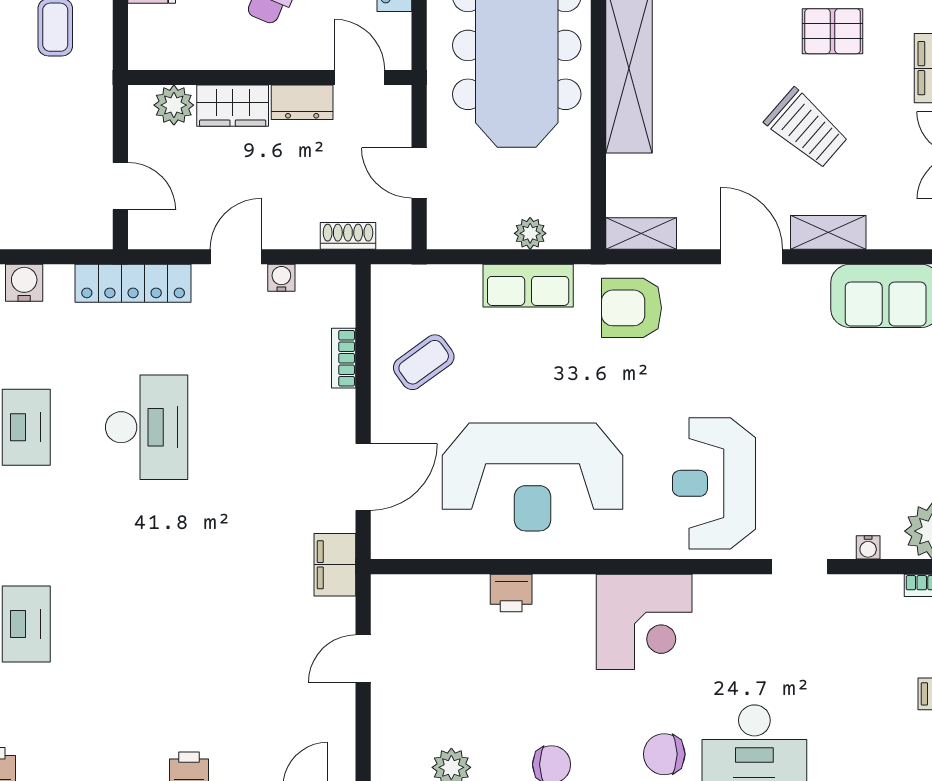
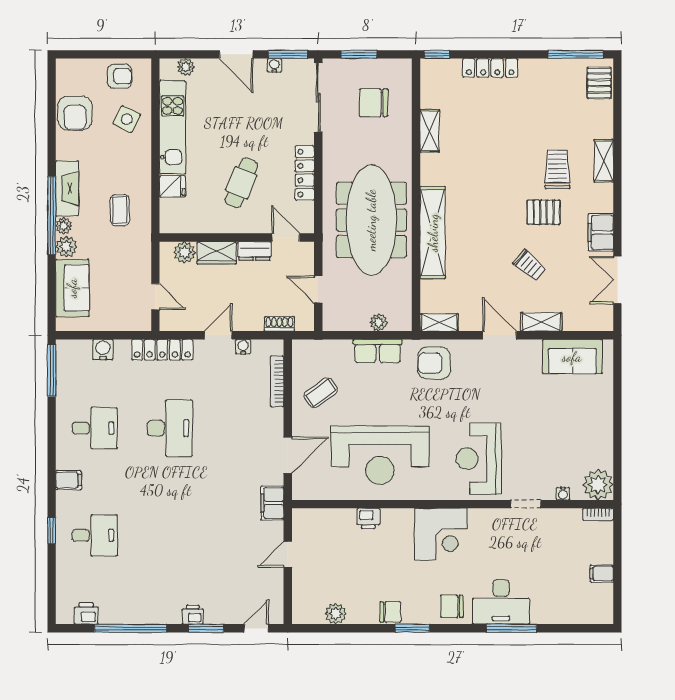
trolley: (807, 128) -> (529, 265), width x0.73, depth x0.72
bookcase: (344, 358) -> (277, 381), width x1.56

